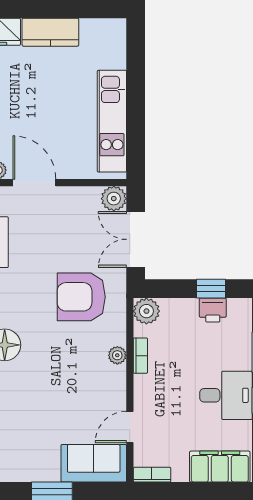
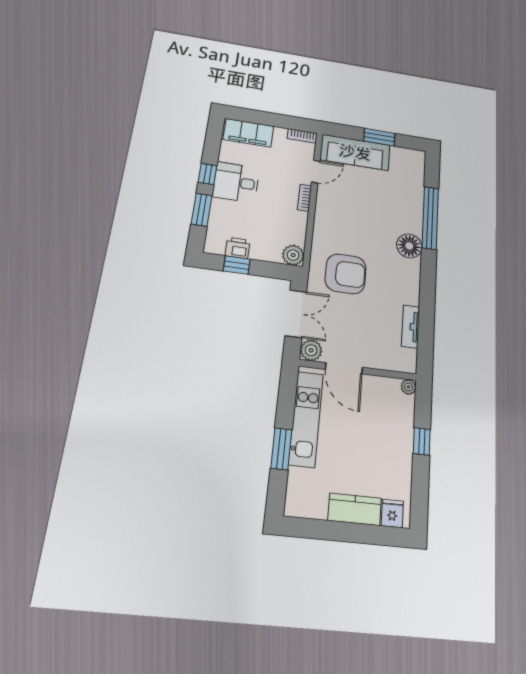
window: (136, 86) -> (281, 449), added
door: (34, 183) -> (344, 368), moved
plant: (117, 355) -> (320, 225), removed
bookcase: (140, 356) -> (304, 198), moved
sofa: (94, 463) -> (355, 152), width x1.36

